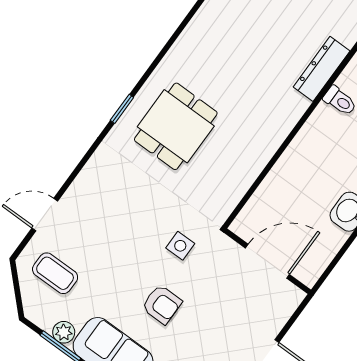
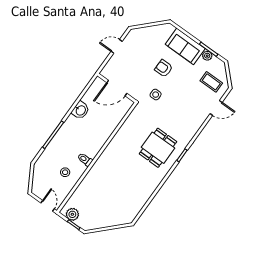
dresser: (322, 69) -> (93, 174), removed

